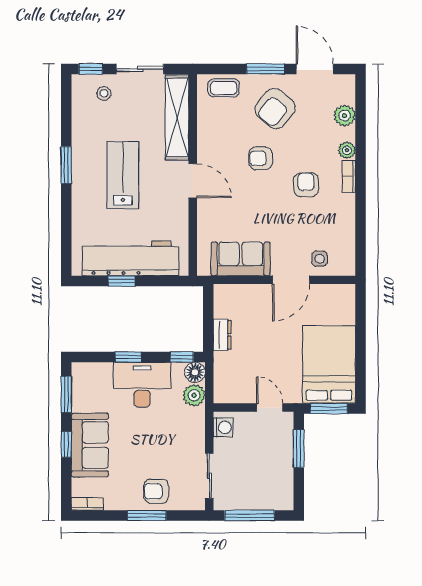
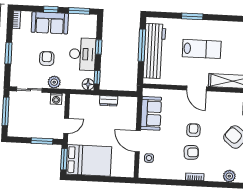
plant: (347, 150) -> (210, 176), removed
armchair: (261, 158) -> (193, 130), moved
window: (66, 165) -> (192, 16), moved
door: (193, 181) -> (197, 88), hinge flipped
window: (121, 281) -> (142, 45), width x2.17
plant: (194, 395) -> (54, 82), moved
armchair: (156, 491) -> (47, 58), moved

